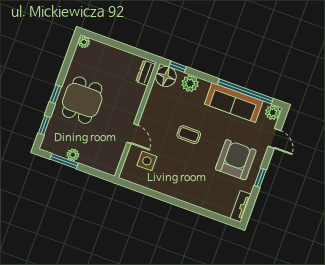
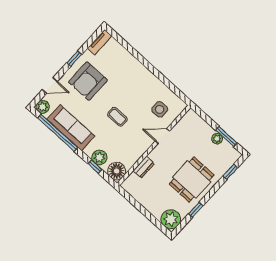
plant: (84, 42) -> (171, 219), width x1.88, depth x1.88
window: (178, 67) -> (95, 167), moved
dresser: (146, 73) -> (144, 167), moved
window: (56, 94) -> (196, 210), moved
door: (132, 134) -> (162, 136), hinge flipped
door: (274, 138) -> (50, 86), swing flipped

